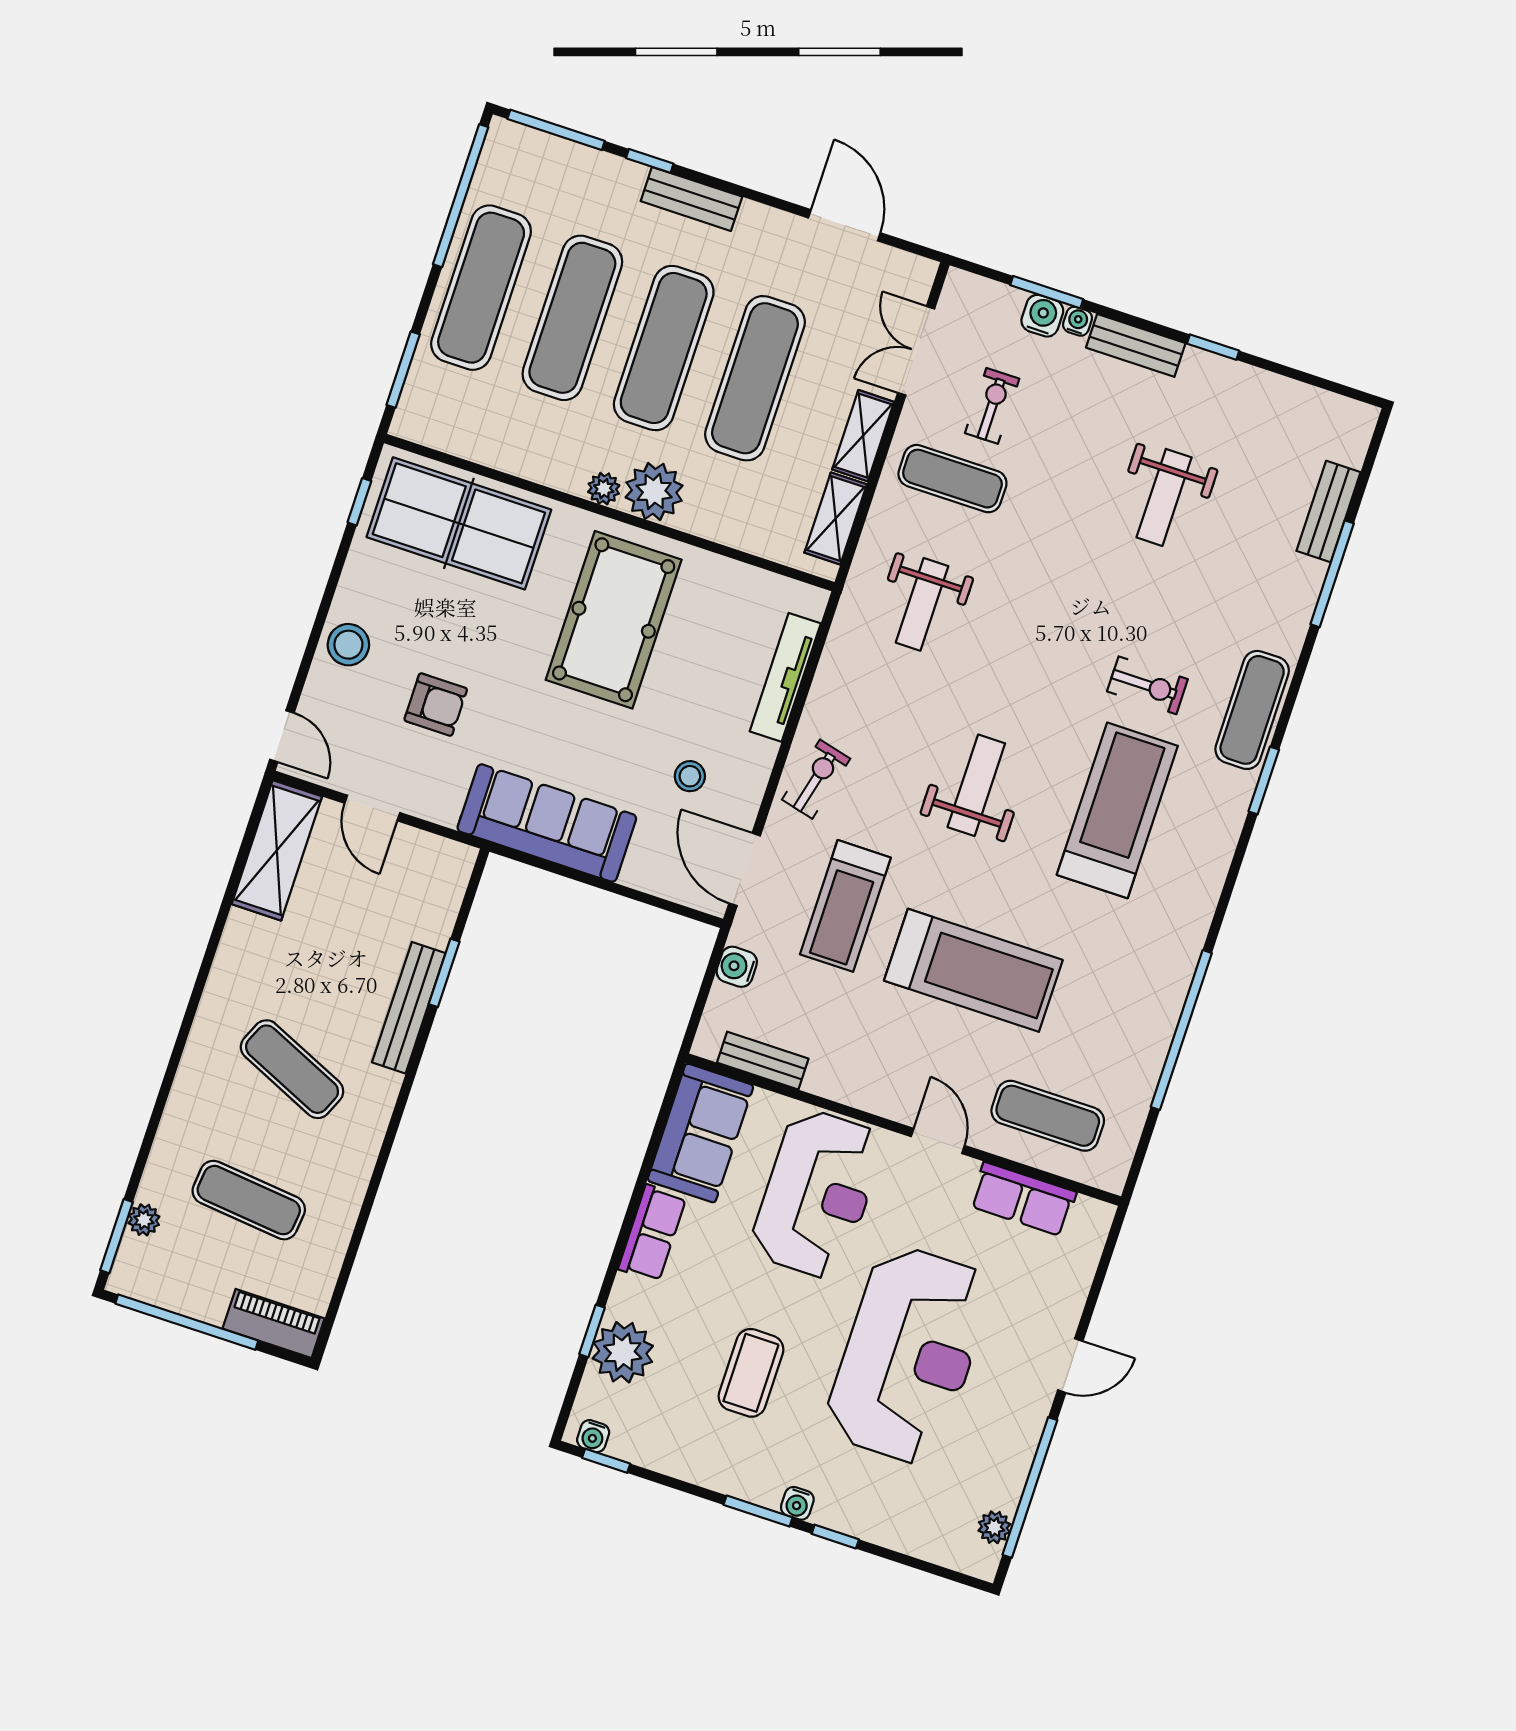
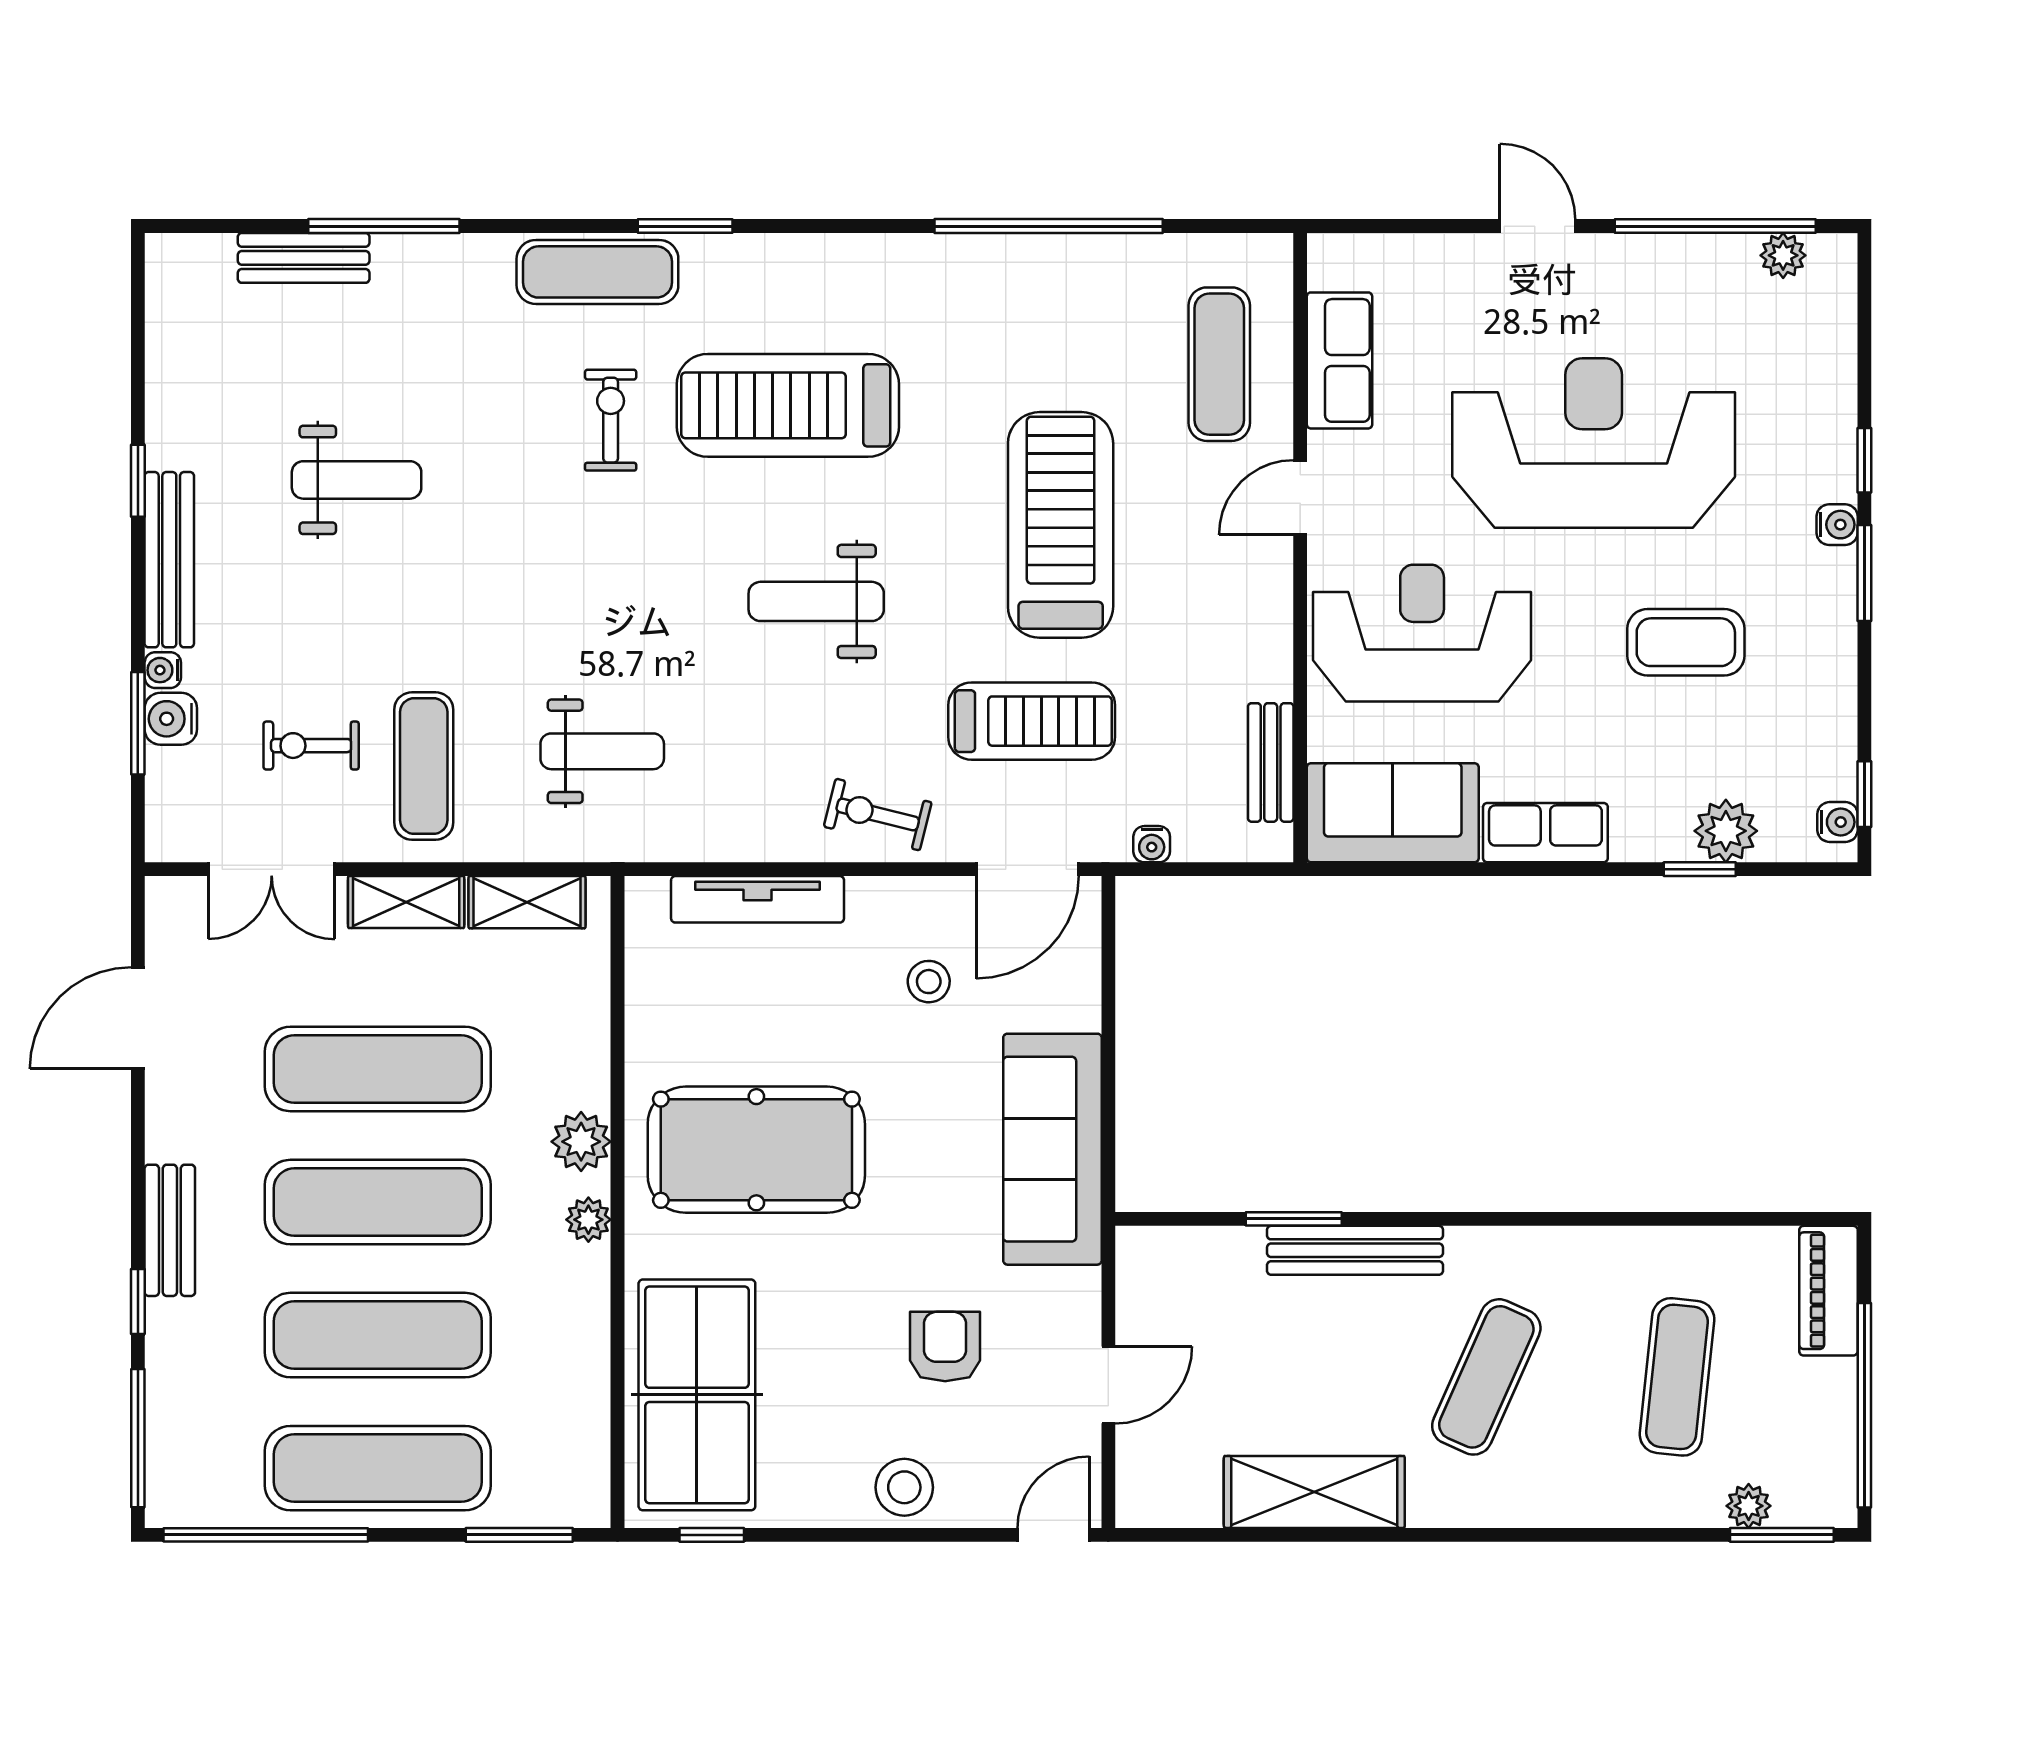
bench: (1136, 345) -> (169, 560), width x1.36
plant: (654, 491) -> (581, 1142), width x0.73, depth x0.73
shelving: (277, 850) -> (1314, 1492), moved
water cooler: (737, 967) -> (1152, 844), width x0.72, depth x0.72
plant: (623, 1352) -> (1726, 831), width x0.73, depth x0.73

